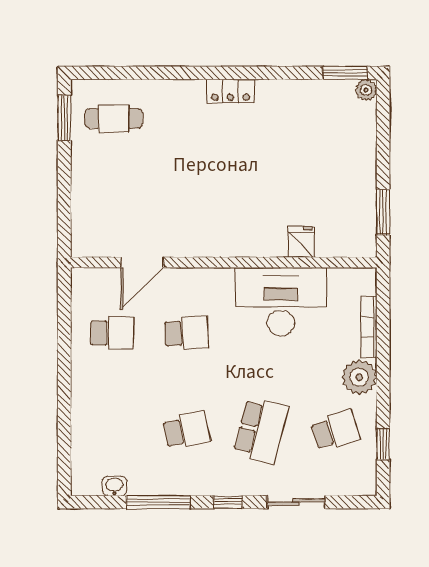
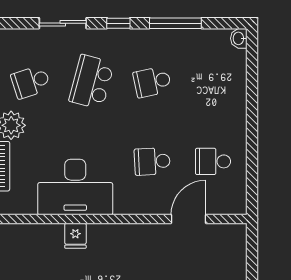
fridge: (301, 242) -> (75, 236), moved
washbasin: (114, 486) -> (239, 38), moved, turned 90

